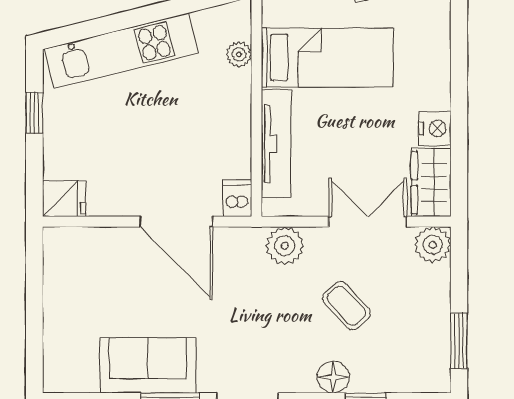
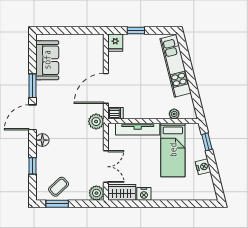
window: (34, 113) -> (136, 30), moved
plant: (285, 246) -> (96, 122), moved
coffee table: (346, 306) -> (59, 187), moved
sofa: (148, 365) -> (47, 60), moved
floor lamp: (333, 377) -> (42, 140), moved

